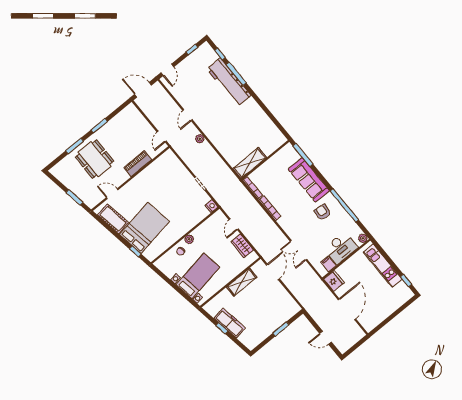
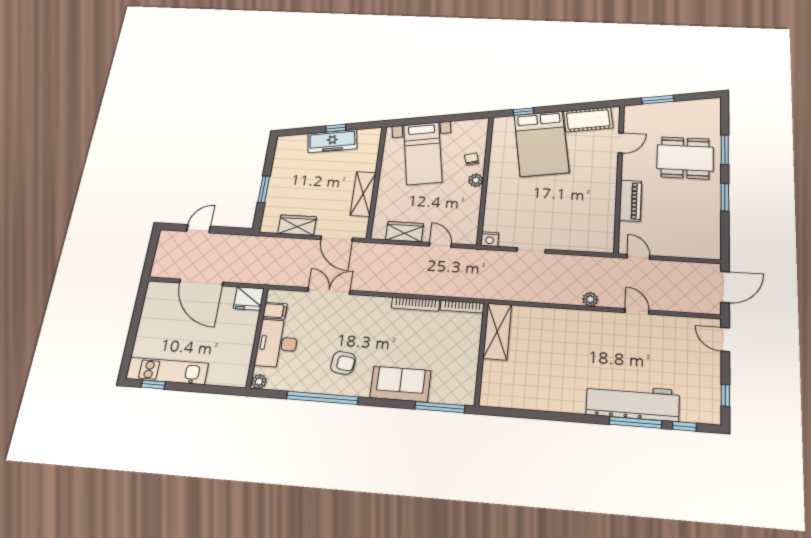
sofa: (309, 180) -> (400, 384), width x0.73
kitchen unit: (383, 266) -> (167, 371), moved
wardrobe: (283, 296) -> (297, 225), added

